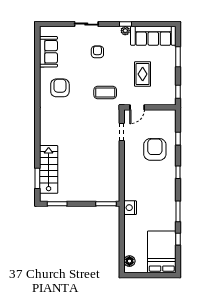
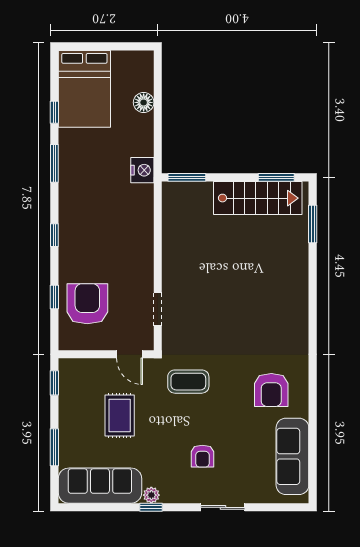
sofa: (48, 52) -> (292, 456), width x1.36
door: (137, 107) -> (130, 354), swing flipped
armchair: (155, 149) -> (87, 304), moved, turned 180
stairs: (49, 169) -> (258, 198), moved, turned -90
floor lamp: (129, 261) -> (144, 102), moved

